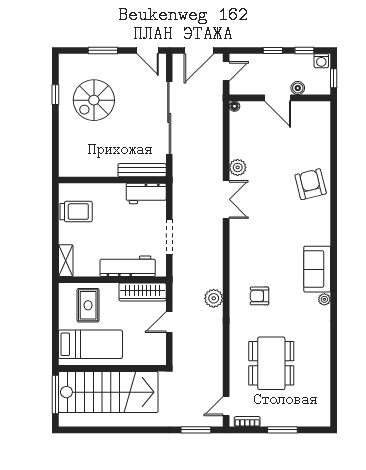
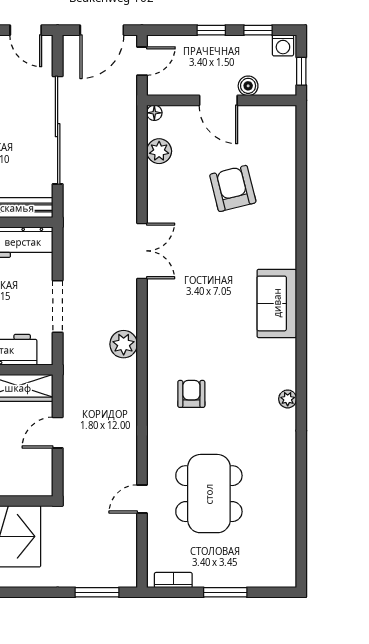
plant: (238, 167) -> (159, 151), moved
armchair: (311, 184) -> (233, 188), moved
sofa: (317, 269) -> (277, 303), moved
armchair: (259, 296) -> (191, 394), turned 90
plant: (214, 298) -> (124, 344), moved
door: (226, 406) -> (142, 499), moved

